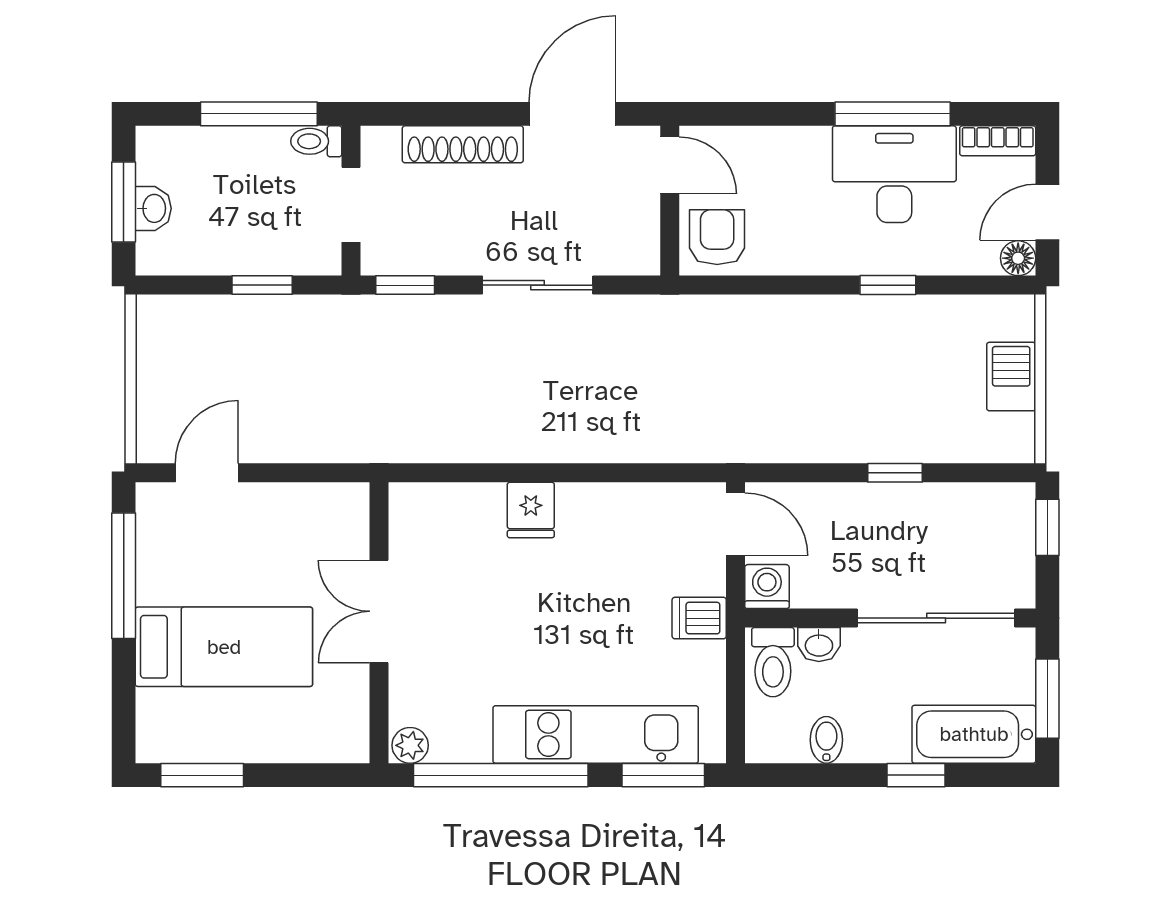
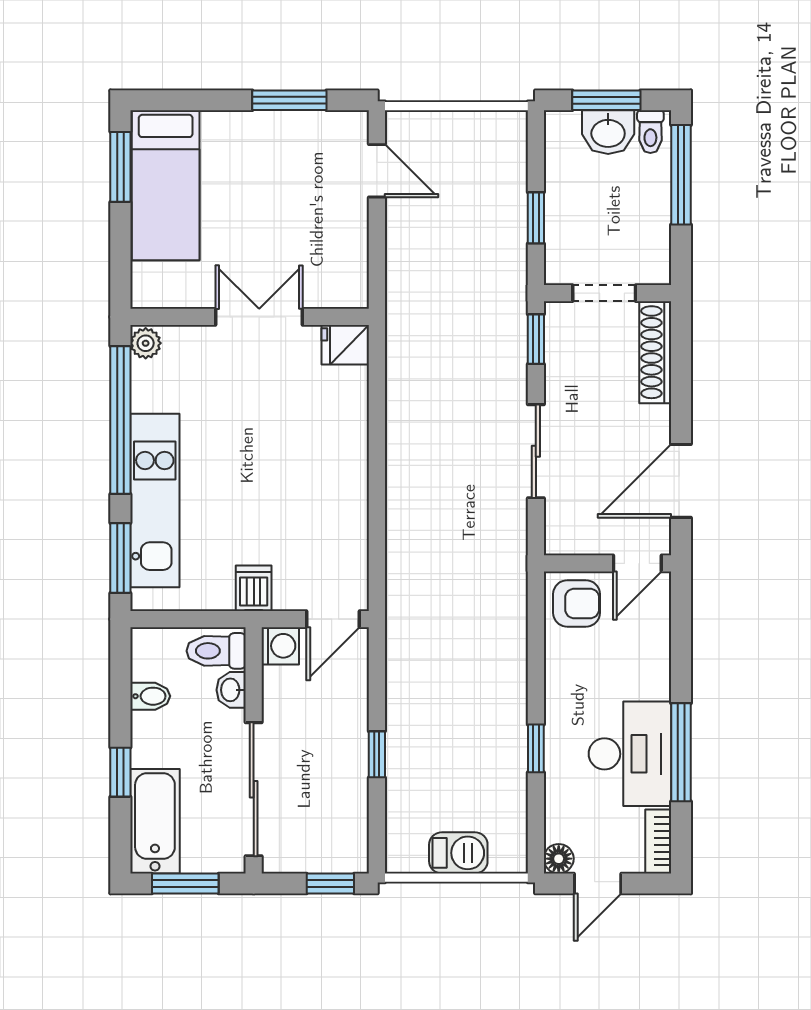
window: (259, 114) -> (681, 175), moved
door: (572, 114) -> (681, 481), swing flipped
toilet: (316, 141) -> (650, 132), moved, turned 180
shoe rack: (463, 144) -> (655, 352), moved
washbasin: (153, 208) -> (608, 132), width x1.38, depth x1.45
door: (1047, 212) -> (598, 884), swing flipped
fridge: (531, 510) -> (345, 345), moved
window: (124, 576) -> (289, 100), width x0.69
bed: (224, 647) -> (166, 185), moved

